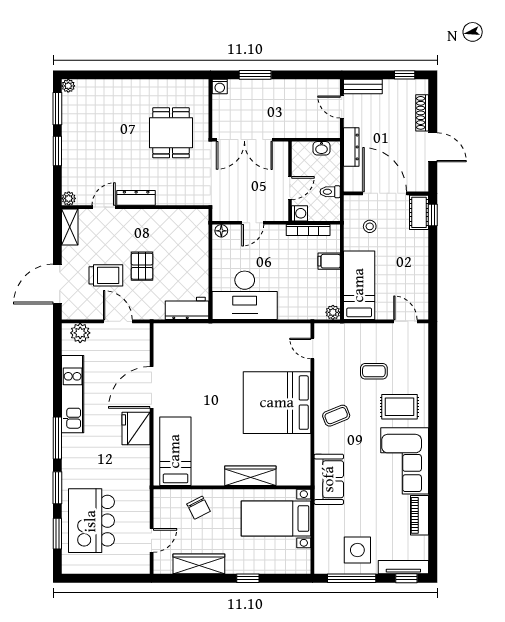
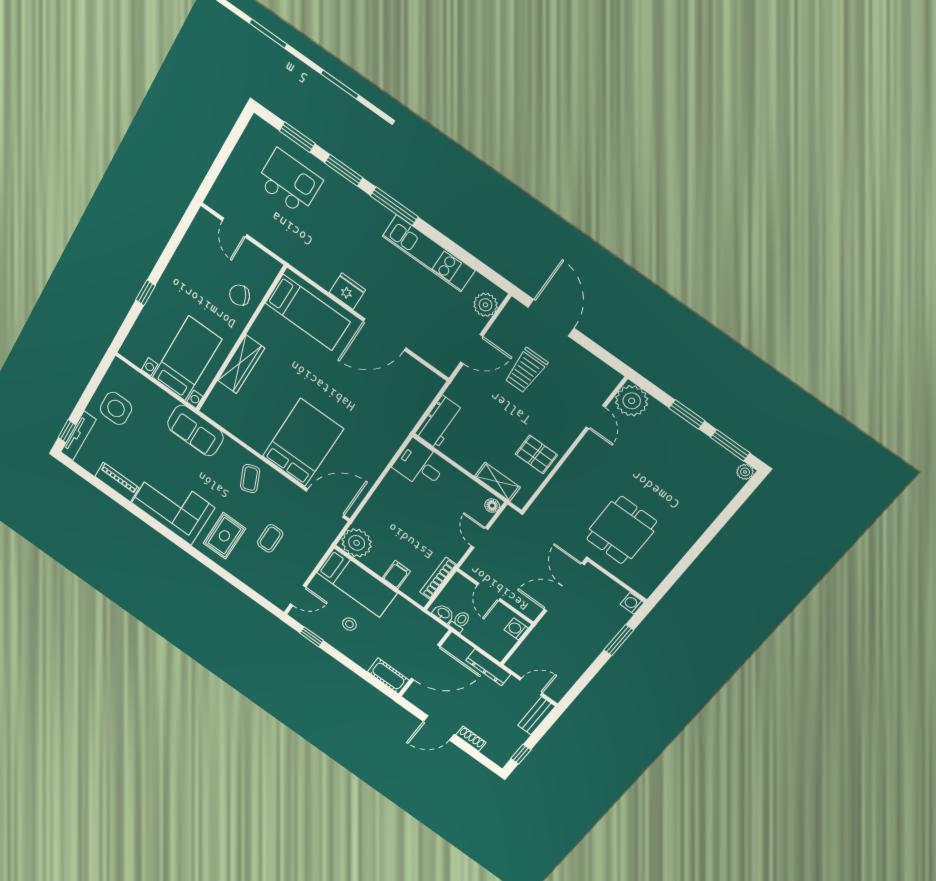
shoe rack: (422, 113) -> (471, 739), width x0.70
dining table: (171, 133) -> (621, 530), turned 90
washbasin: (321, 148) -> (443, 613), moved, turned 90
plant: (69, 198) -> (632, 401), width x1.88, depth x1.88
dresser: (136, 198) -> (582, 453), removed
washing machine: (299, 213) -> (516, 629), moved, turned 90
window: (433, 215) -> (312, 637), moved
stool: (370, 226) -> (349, 624), moved
shelving: (70, 227) -> (497, 482), moved
pallet: (142, 266) -> (536, 455), moved
desk: (245, 295) -> (420, 465), width x0.53, depth x0.77
plant: (333, 312) -> (357, 543), width x1.88, depth x1.88
door: (312, 348) -> (325, 503), width x1.88
door: (152, 387) -> (385, 335), swing flipped
bed: (277, 403) -> (303, 443), width x0.73
fridge: (136, 428) -> (347, 291), width x0.73, depth x0.75
kitchen island: (91, 521) -> (289, 182), width x0.73, depth x0.78
wardrobe: (199, 564) -> (185, 257), removed
window: (352, 578) -> (93, 385), removed

